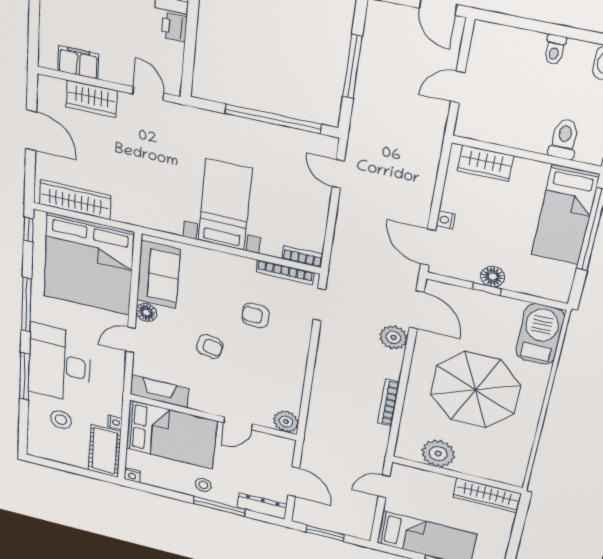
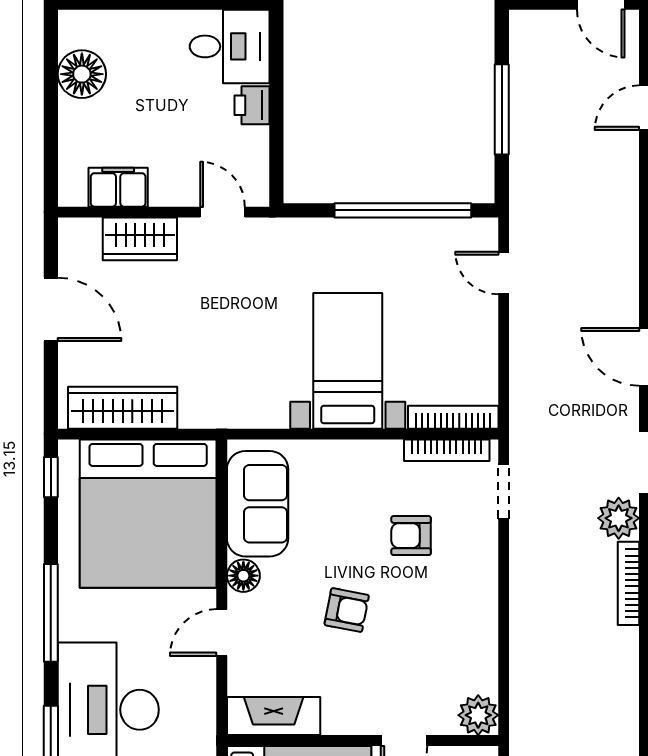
bookcase: (303, 257) -> (453, 417), width x1.56
bookcase: (389, 403) -> (629, 583), moved

